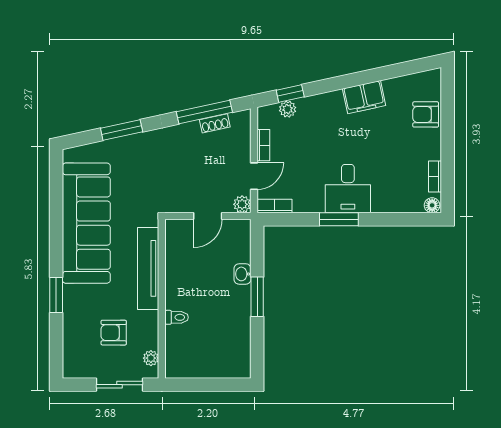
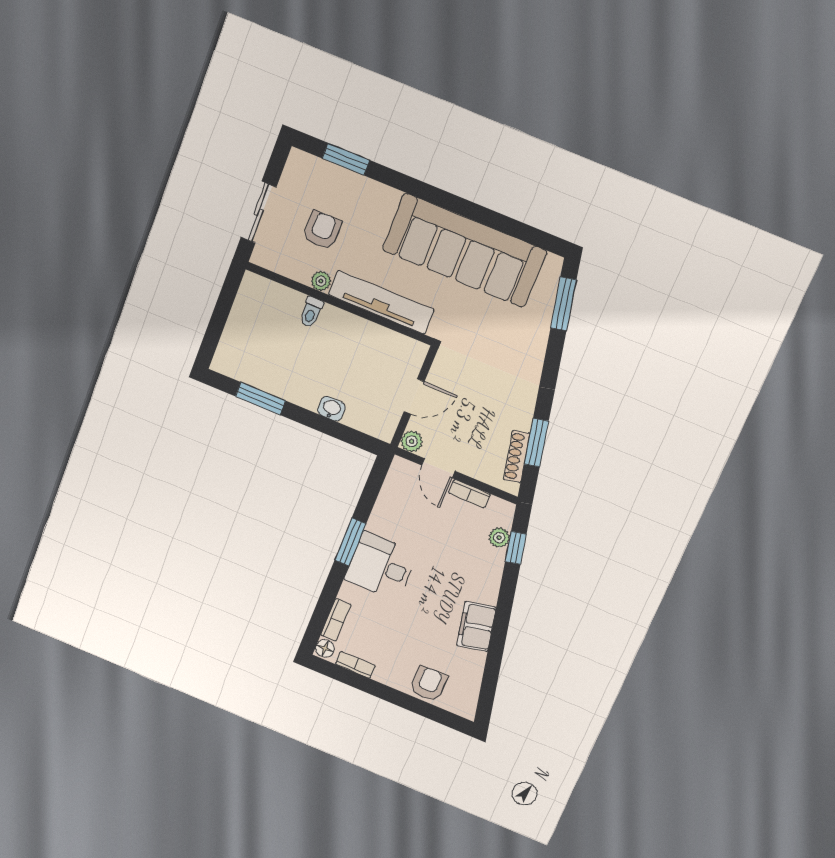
window: (204, 112) -> (536, 443), width x0.69
shoe rack: (215, 123) -> (517, 457), width x1.43
window: (122, 130) -> (563, 304), moved
bookcase: (274, 206) -> (336, 620), moved
door: (208, 216) -> (414, 397), swing flipped
window: (56, 295) -> (346, 159), moved
window: (257, 297) -> (260, 399), moved
plant: (151, 358) -> (321, 281), moved

